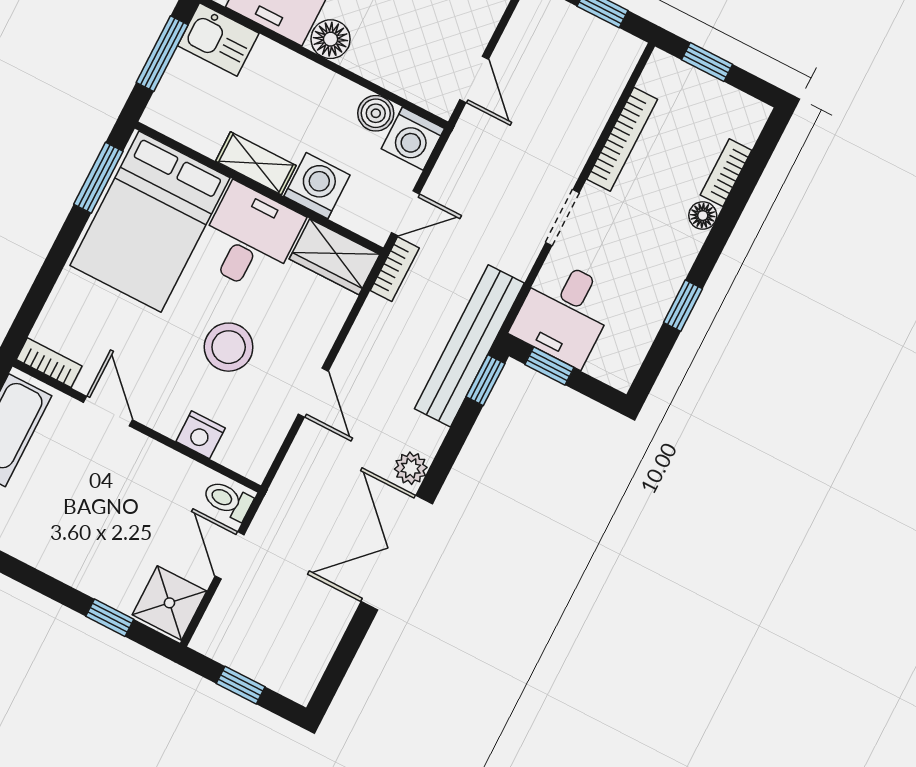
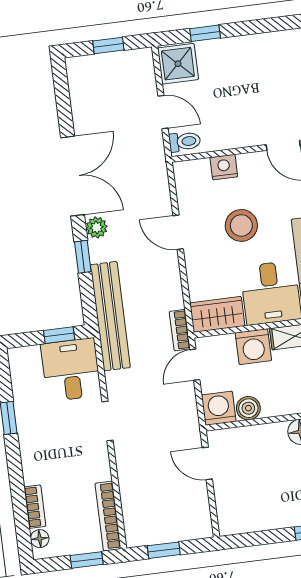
bookcase: (622, 139) -> (108, 516), moved
floor lamp: (703, 216) -> (40, 539), moved
window: (486, 380) -> (83, 257), moved

